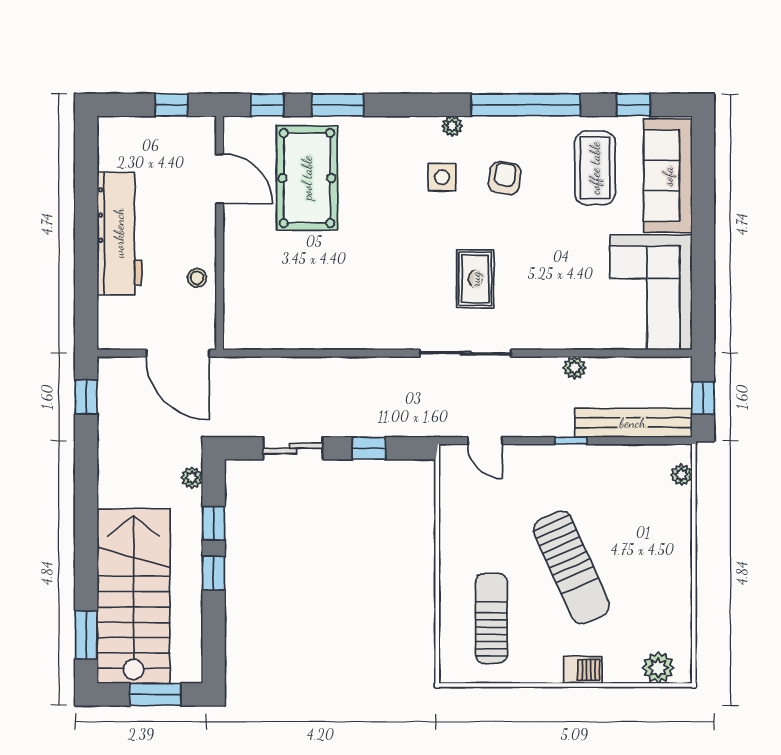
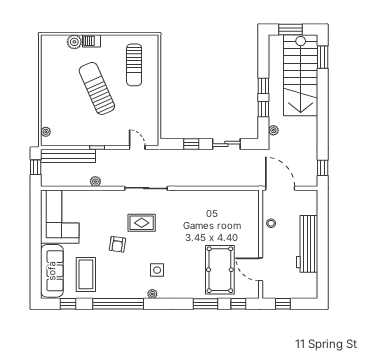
armchair: (505, 178) -> (117, 244), moved
rug: (475, 279) -> (142, 223), turned 90
plant: (658, 668) -> (74, 42), moved

